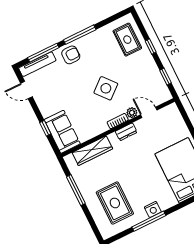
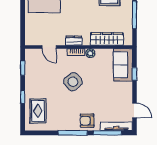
plant: (132, 113) -> (90, 53), moved

